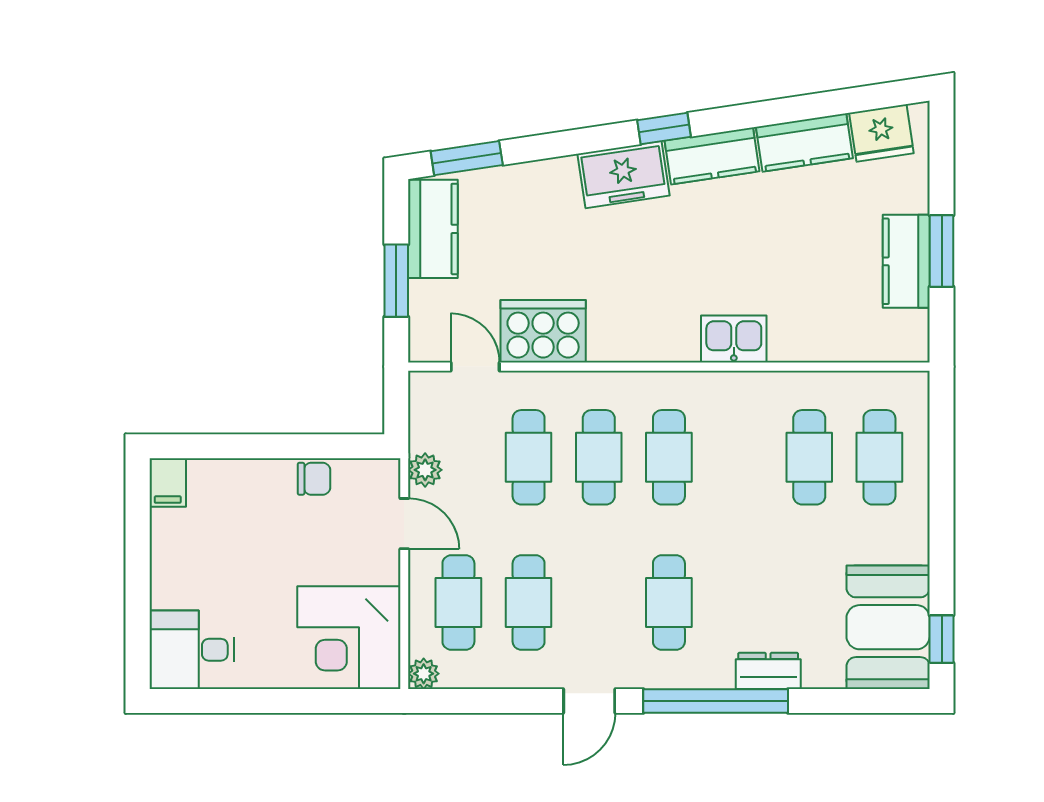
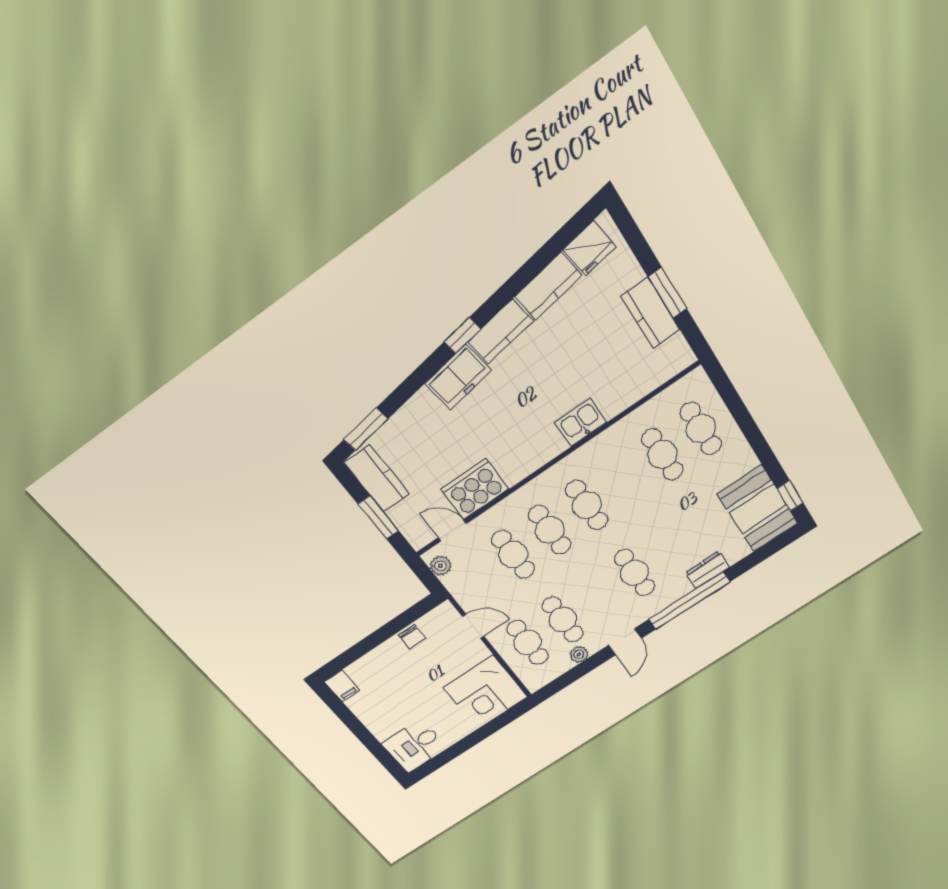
plant: (425, 470) -> (441, 566), moved
chair: (314, 479) -> (412, 637), turned 90
plant: (424, 674) -> (579, 654), moved

